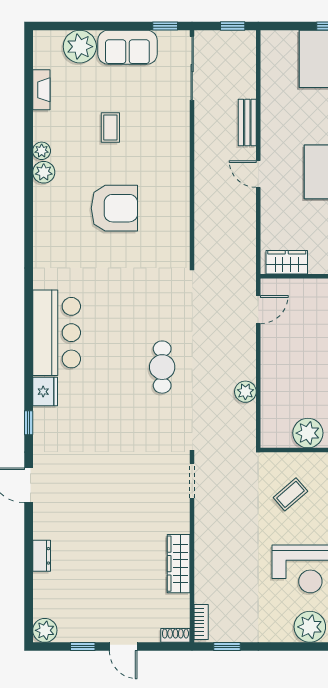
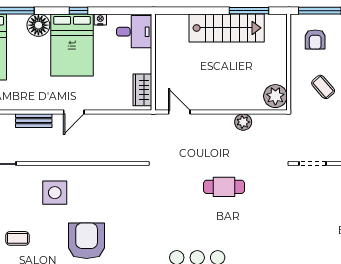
coffee table: (110, 128) -> (18, 238), moved
side table: (155, 150) -> (55, 193), added
armchair: (114, 208) -> (87, 241), moved
plant: (308, 433) -> (275, 96), moved

